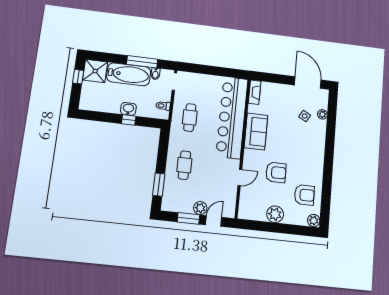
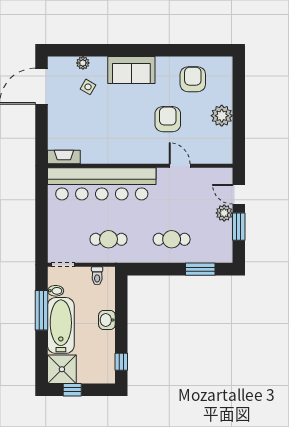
window: (129, 120) -> (121, 362), moved
sofa: (256, 131) -> (131, 70), moved, turned 180
plant: (314, 220) -> (224, 64), removed

